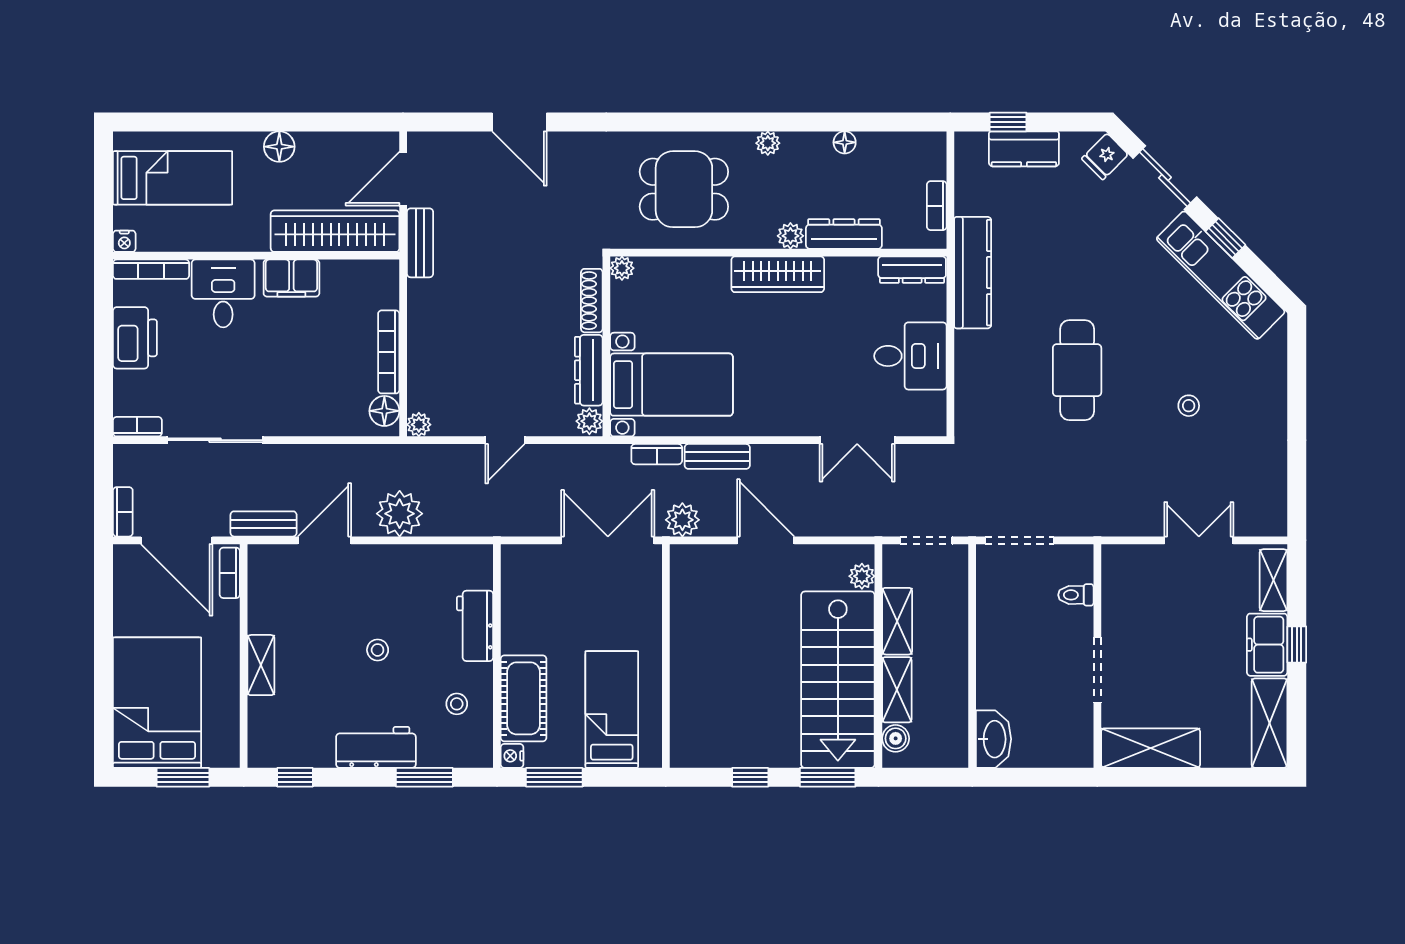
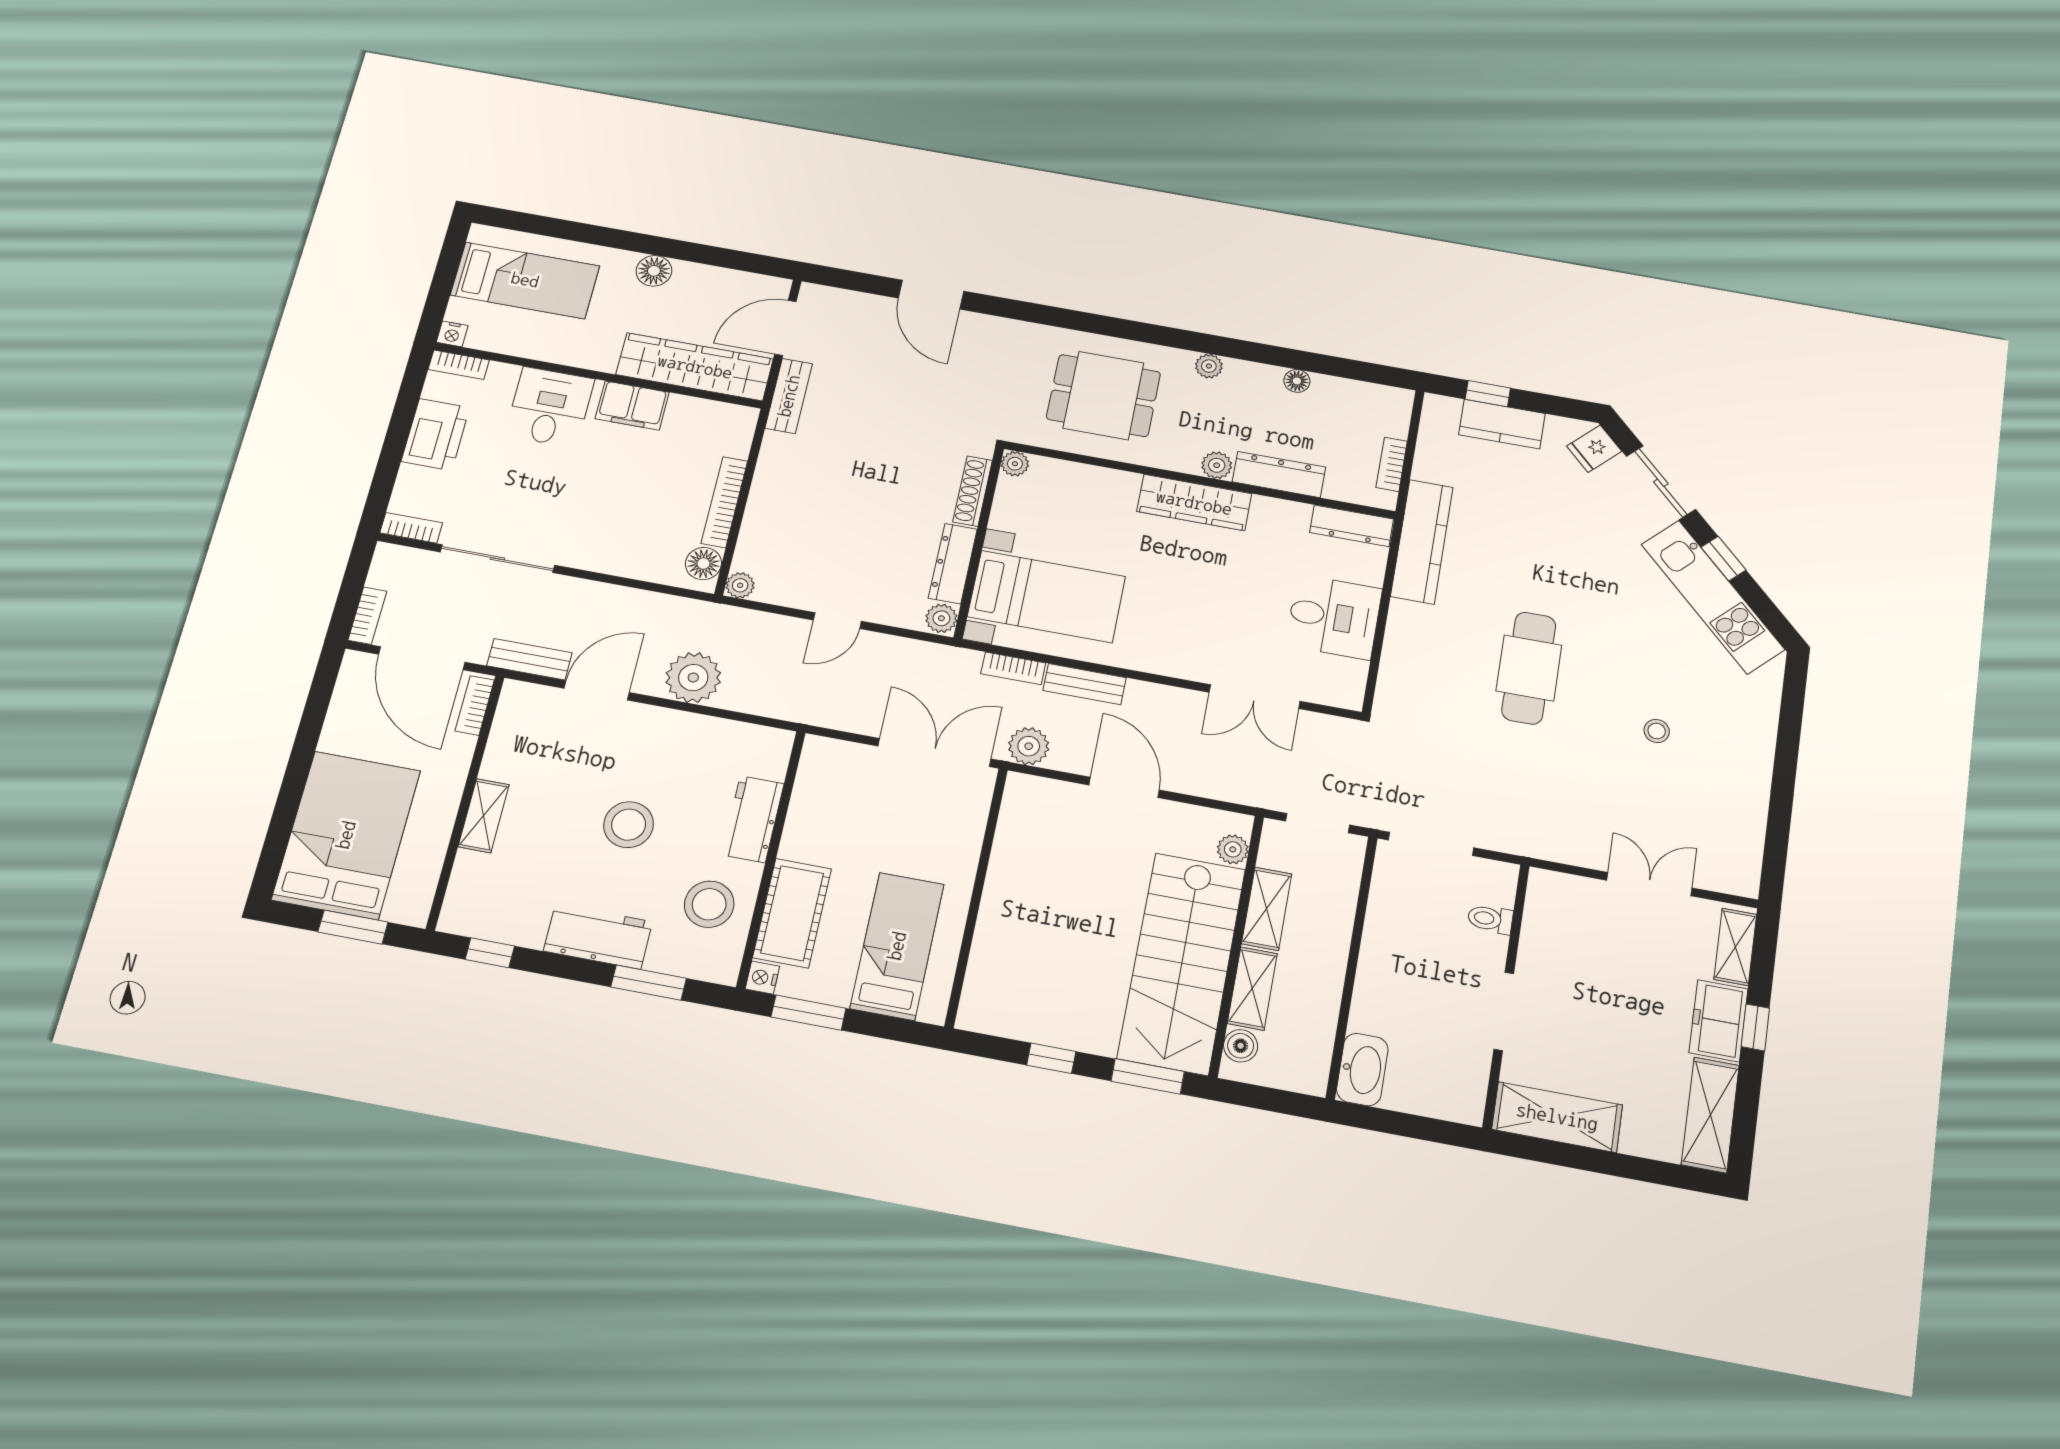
bookcase: (151, 269) -> (459, 365), width x0.64
stool: (378, 650) -> (629, 825), width x1.89, depth x1.89
stool: (457, 704) -> (709, 904), width x1.89, depth x1.89

